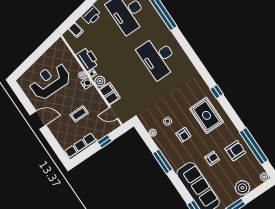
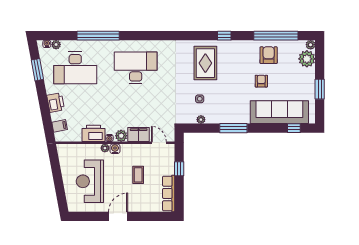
desk: (158, 57) -> (136, 68), turned 180
window: (217, 92) -> (224, 36), moved
door: (114, 113) -> (159, 143), swing flipped
rug: (206, 115) -> (205, 63), moved, turned 90
armchair: (183, 135) -> (222, 93), removed
plant: (242, 188) -> (307, 59), moved

